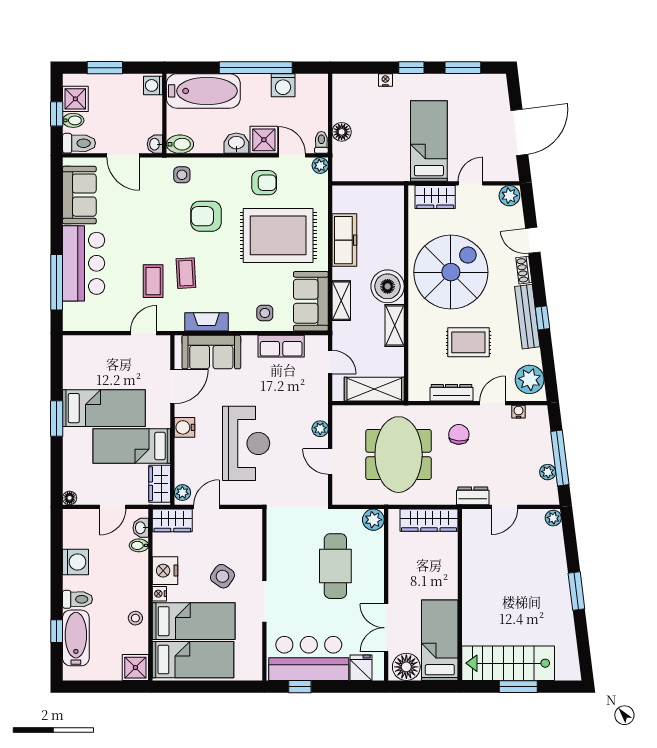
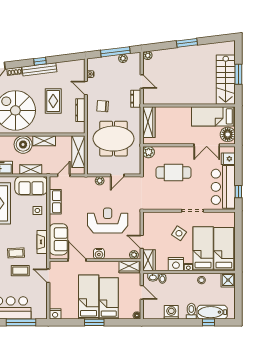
nightstand: (72, 346) -> (55, 314), added
plant: (530, 379) -> (73, 68), removed
bed: (132, 446) -> (109, 298), moved, turned 180

